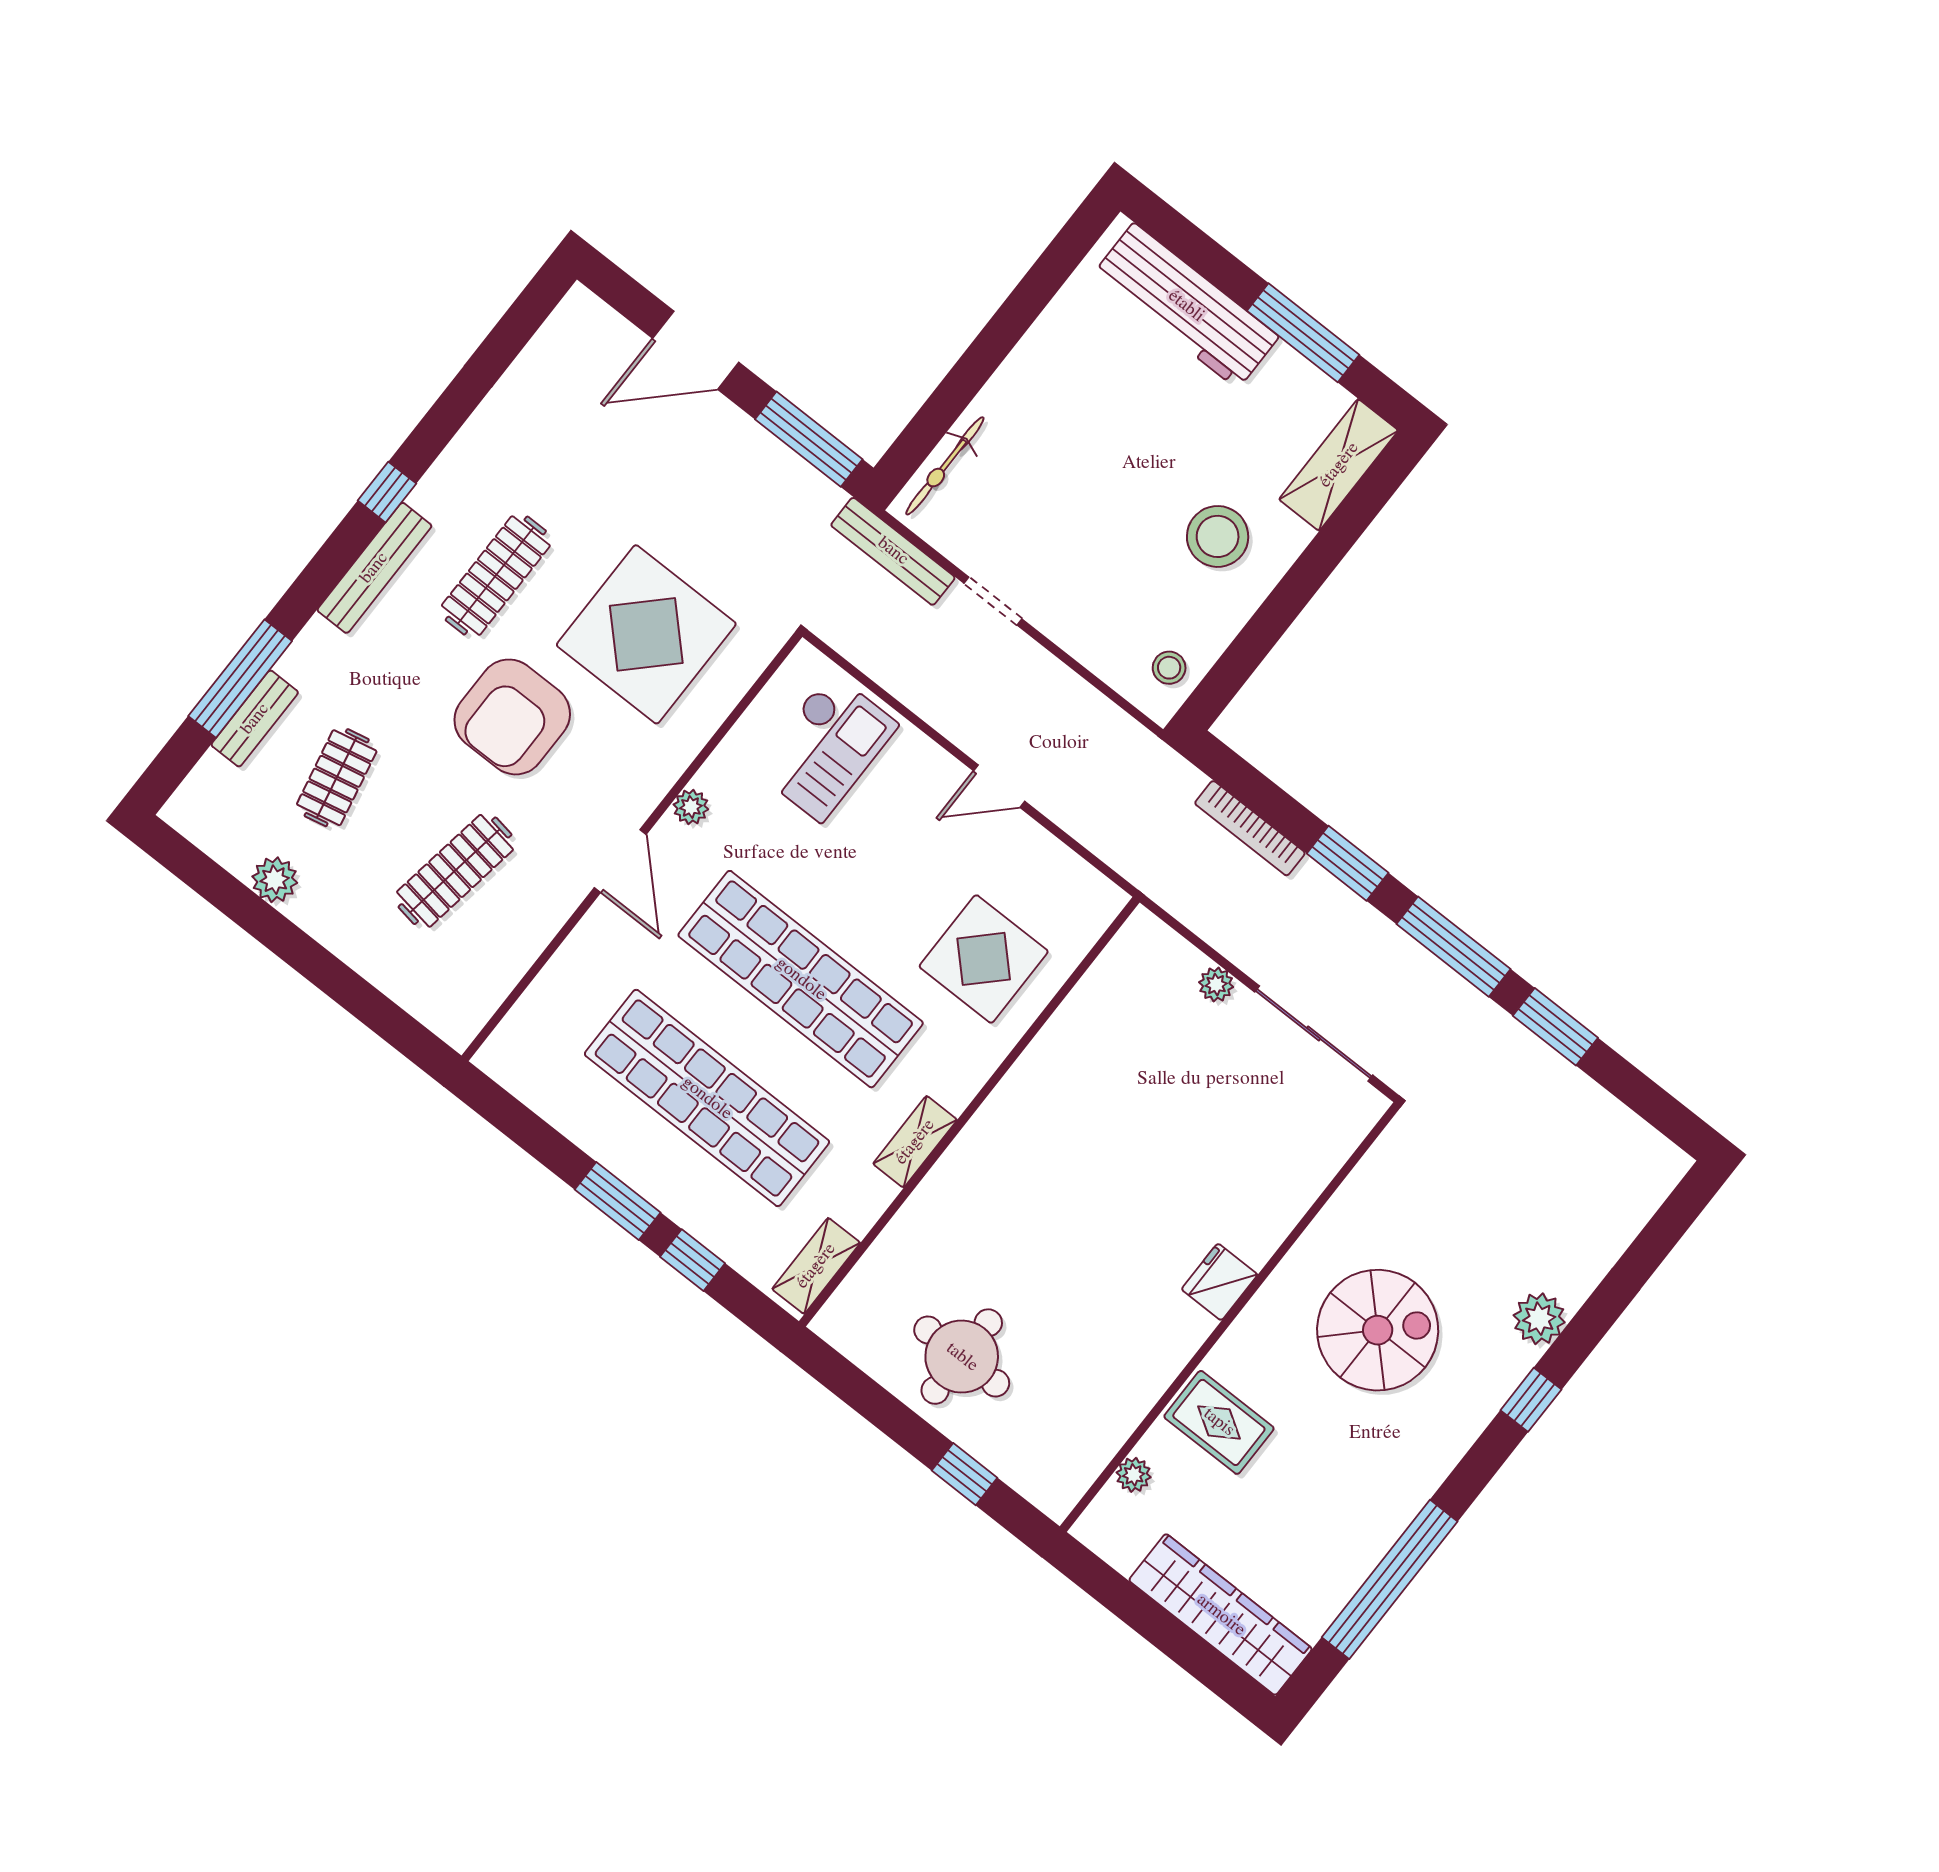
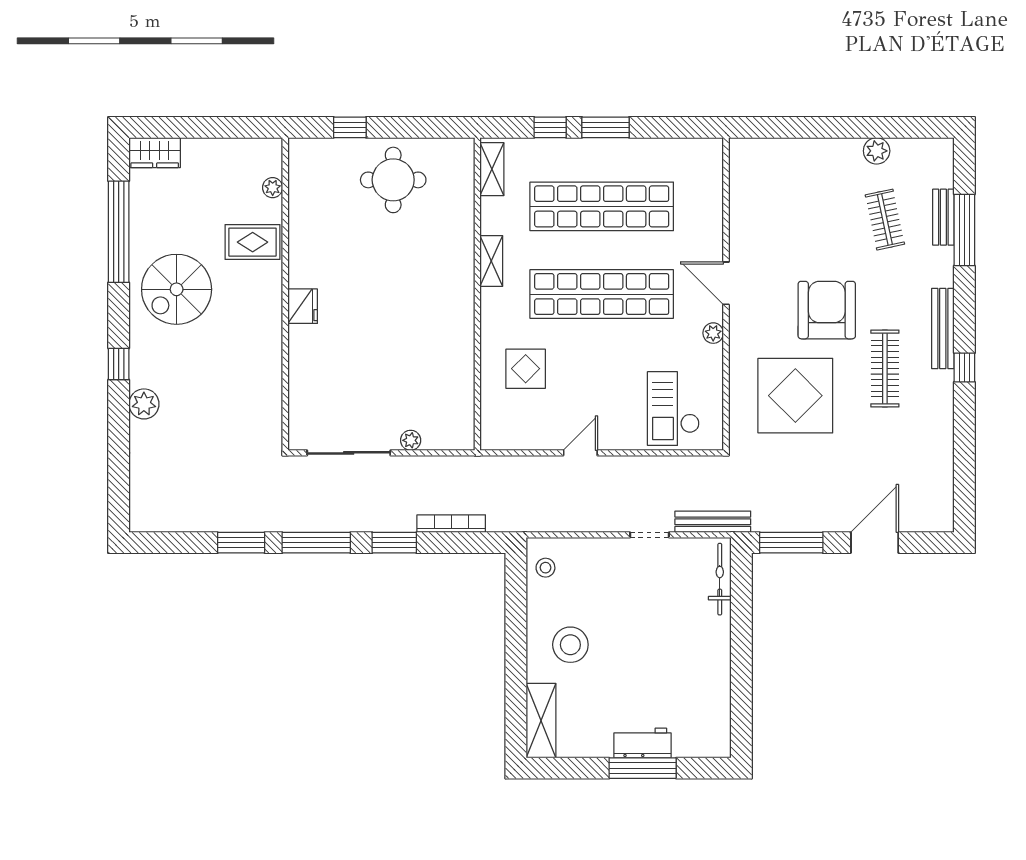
workbench: (1186, 306) -> (642, 743), width x0.53, depth x0.76
window: (1303, 333) -> (643, 768), moved
clothes rail: (455, 871) -> (798, 220), removed
display table: (984, 959) -> (526, 369), width x0.73, depth x0.73
spiral stairs: (1378, 1330) -> (177, 289), moved
wardrobe: (1221, 1615) -> (155, 153), width x0.48, depth x0.85

